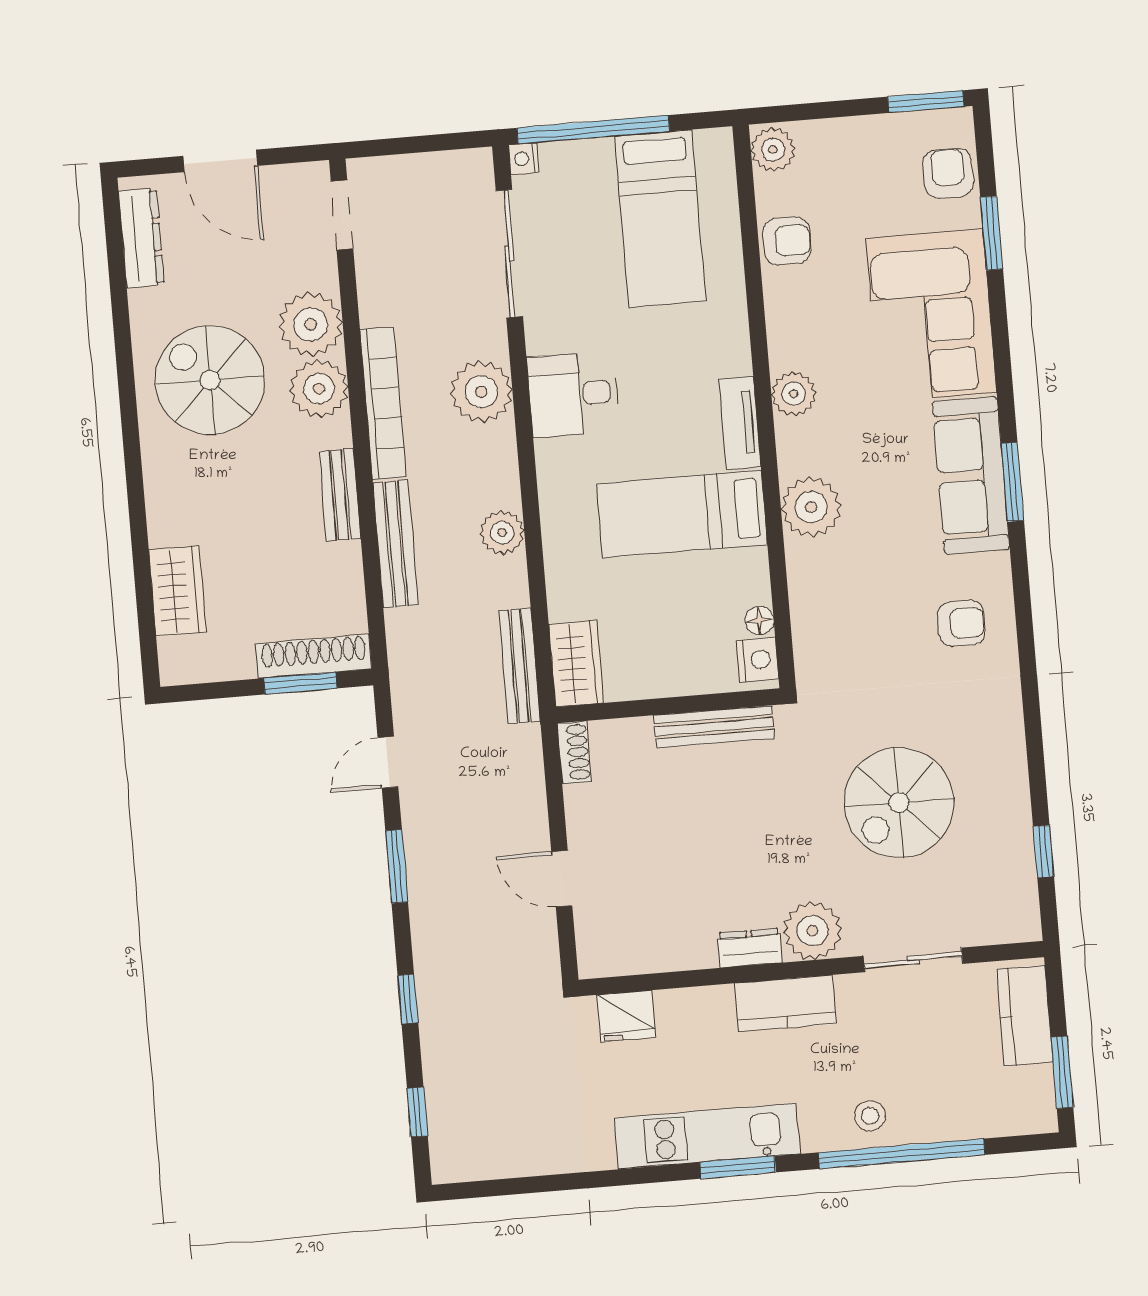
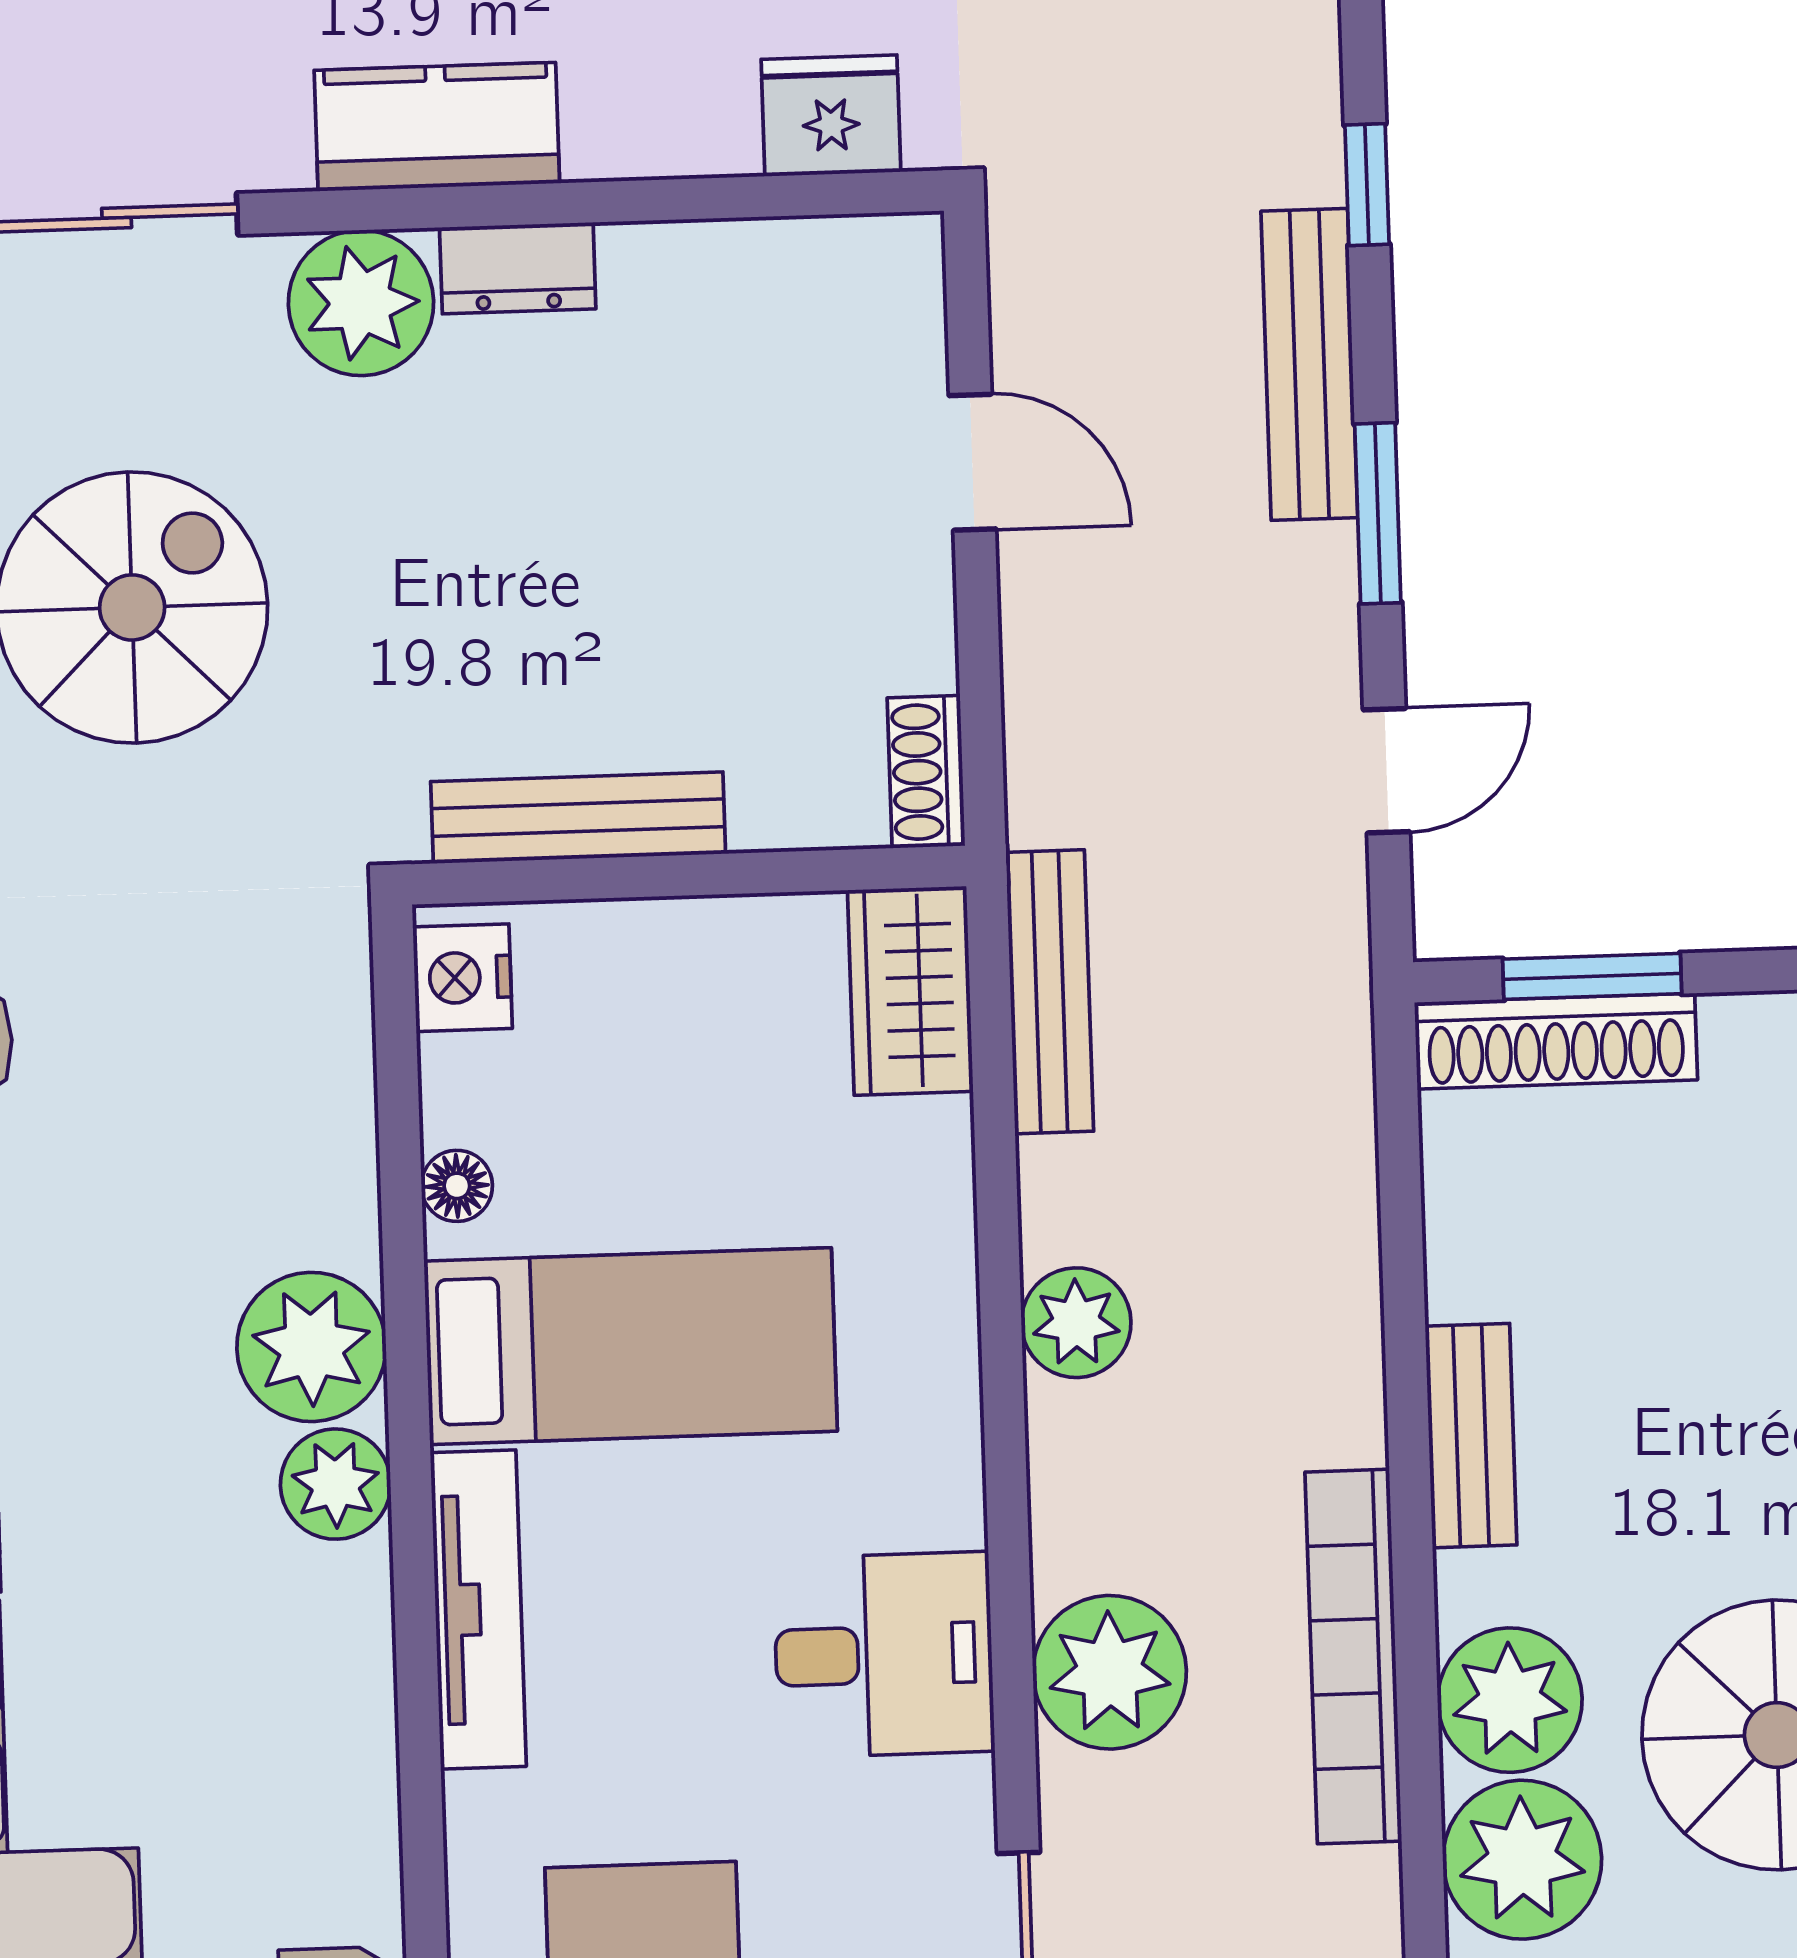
plant: (794, 394) -> (336, 1484), moved
tv unit: (740, 423) -> (478, 1609), width x1.41
bench: (395, 544) -> (1309, 364), moved
floor lamp: (759, 620) -> (457, 1186), moved

